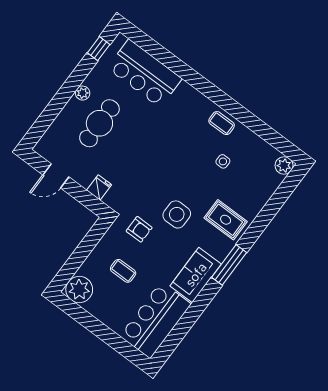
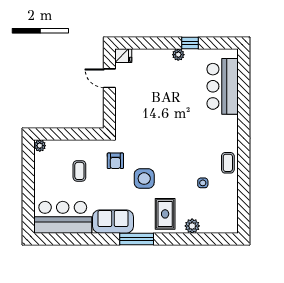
window: (99, 49) -> (190, 43), moved
cafe table: (99, 123) -> (167, 81), removed
plant: (284, 166) -> (192, 226), moved
fridge: (99, 187) -> (123, 56), moved
plant: (79, 289) -> (40, 146), width x0.53, depth x0.53

